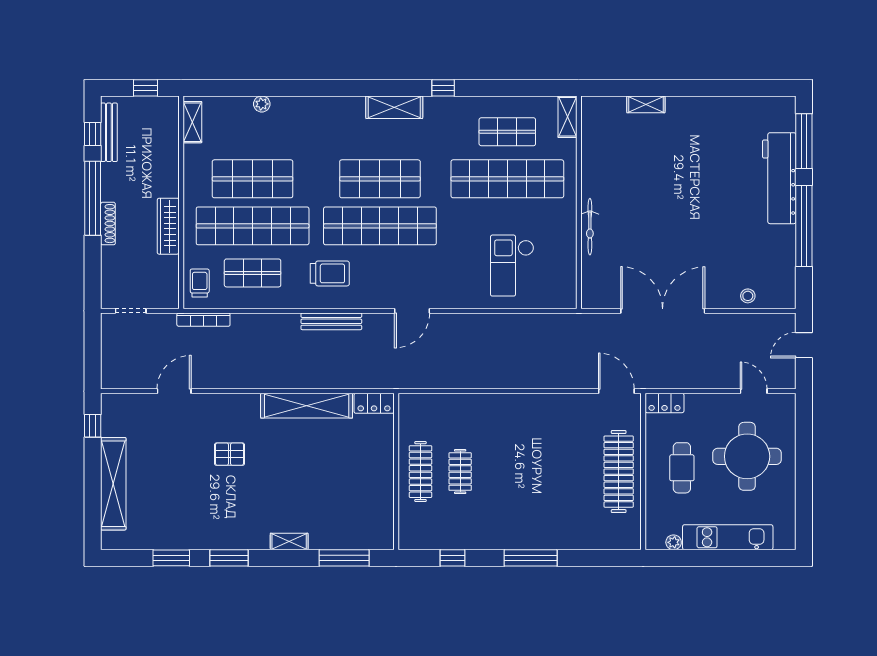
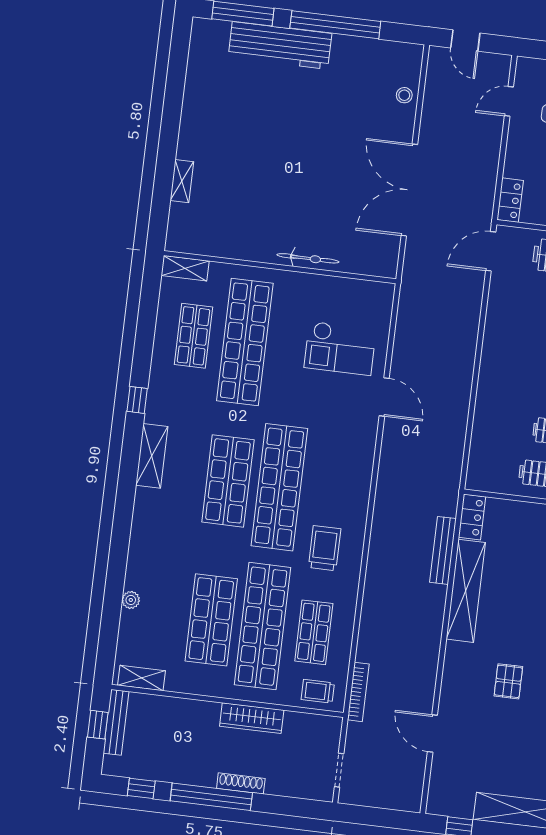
bench: (109, 132) -> (116, 722), moved, turned 90
door: (412, 311) -> (384, 397), moved
bench: (331, 321) -> (443, 550), moved

